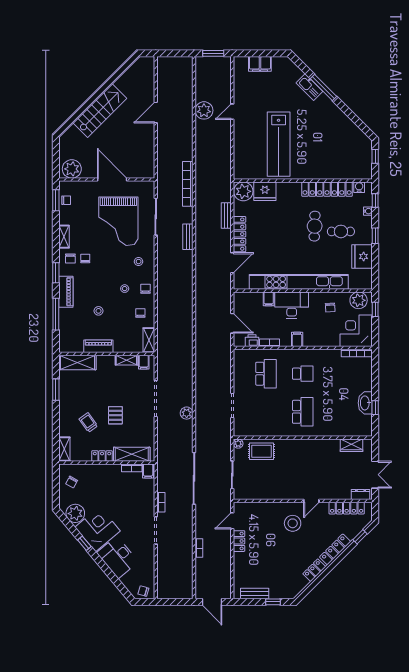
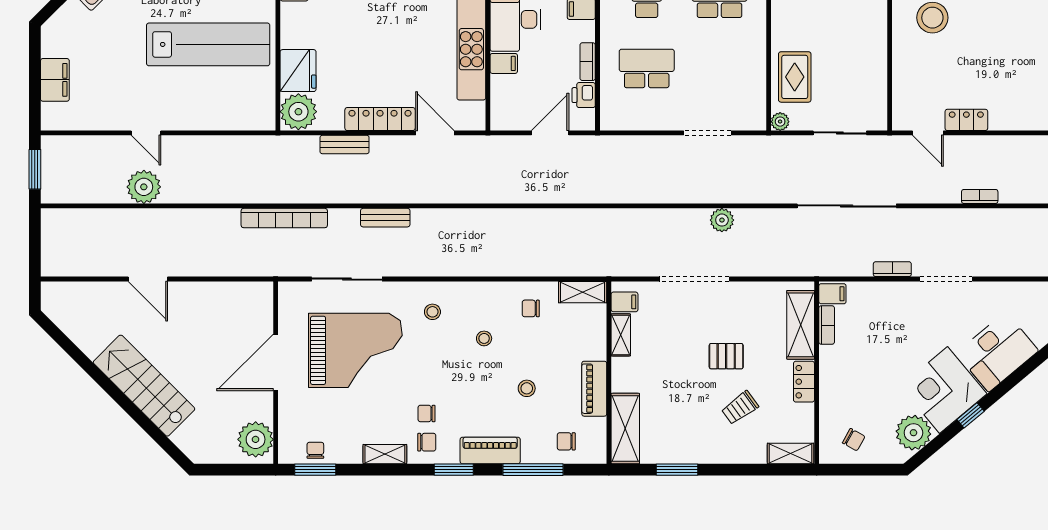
chair: (145, 289) -> (566, 441), moved

